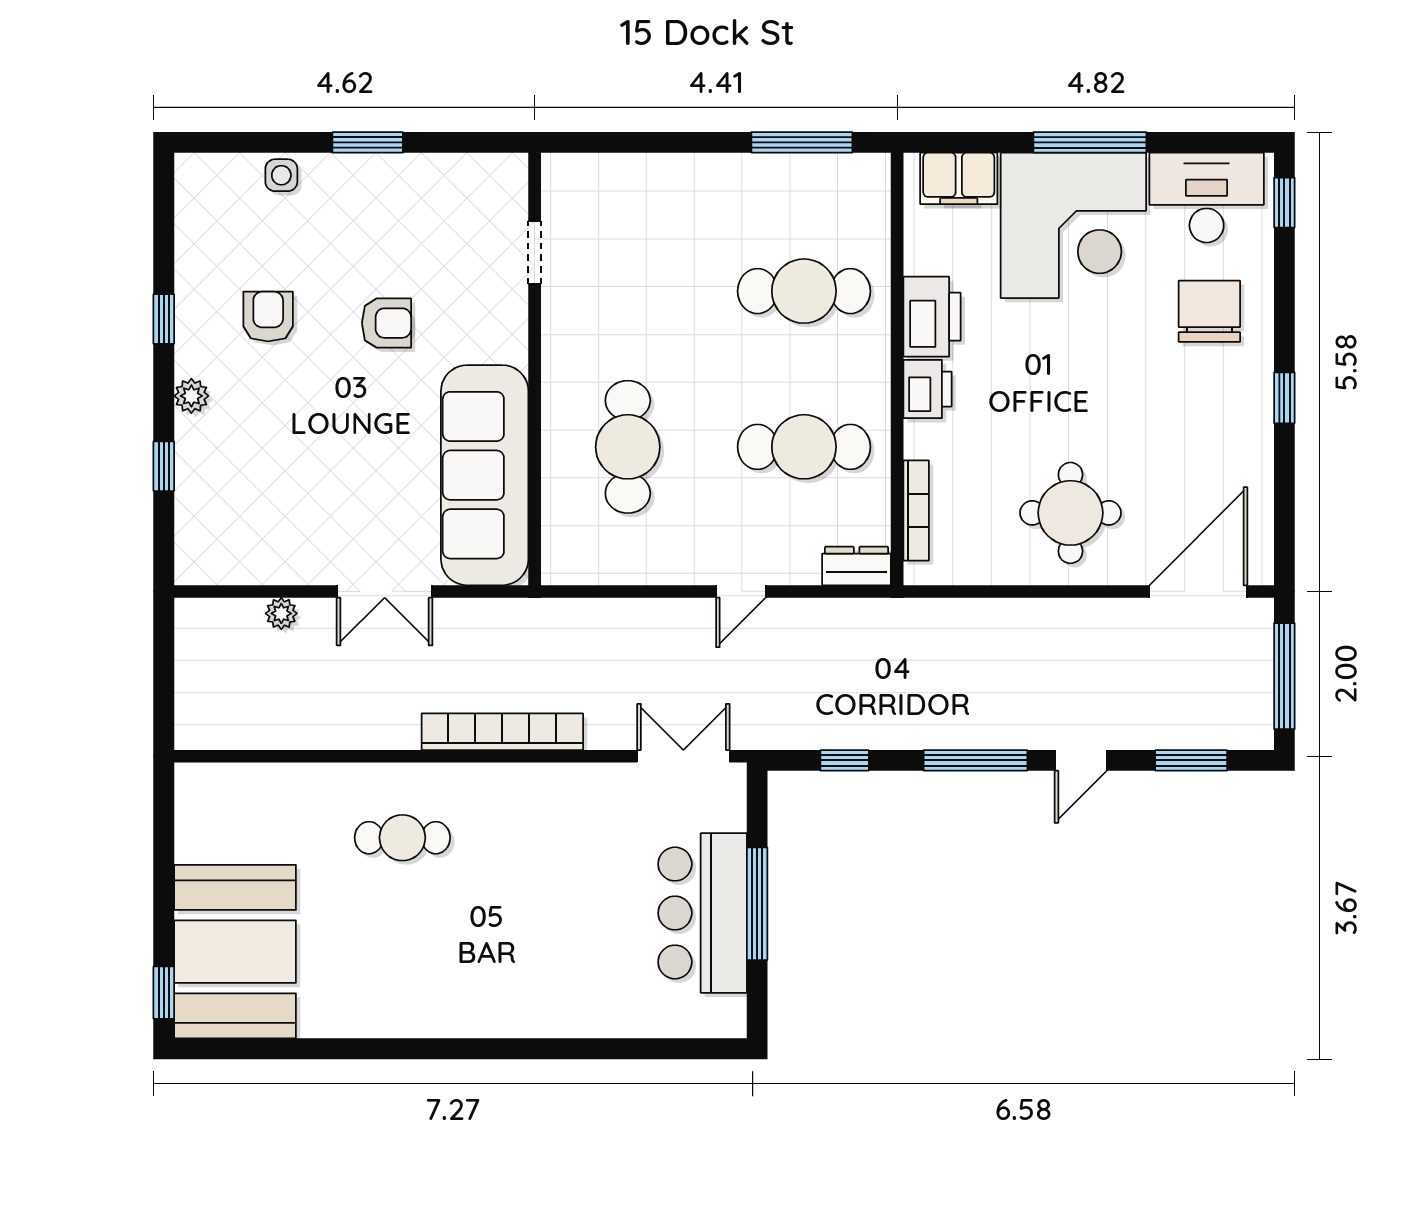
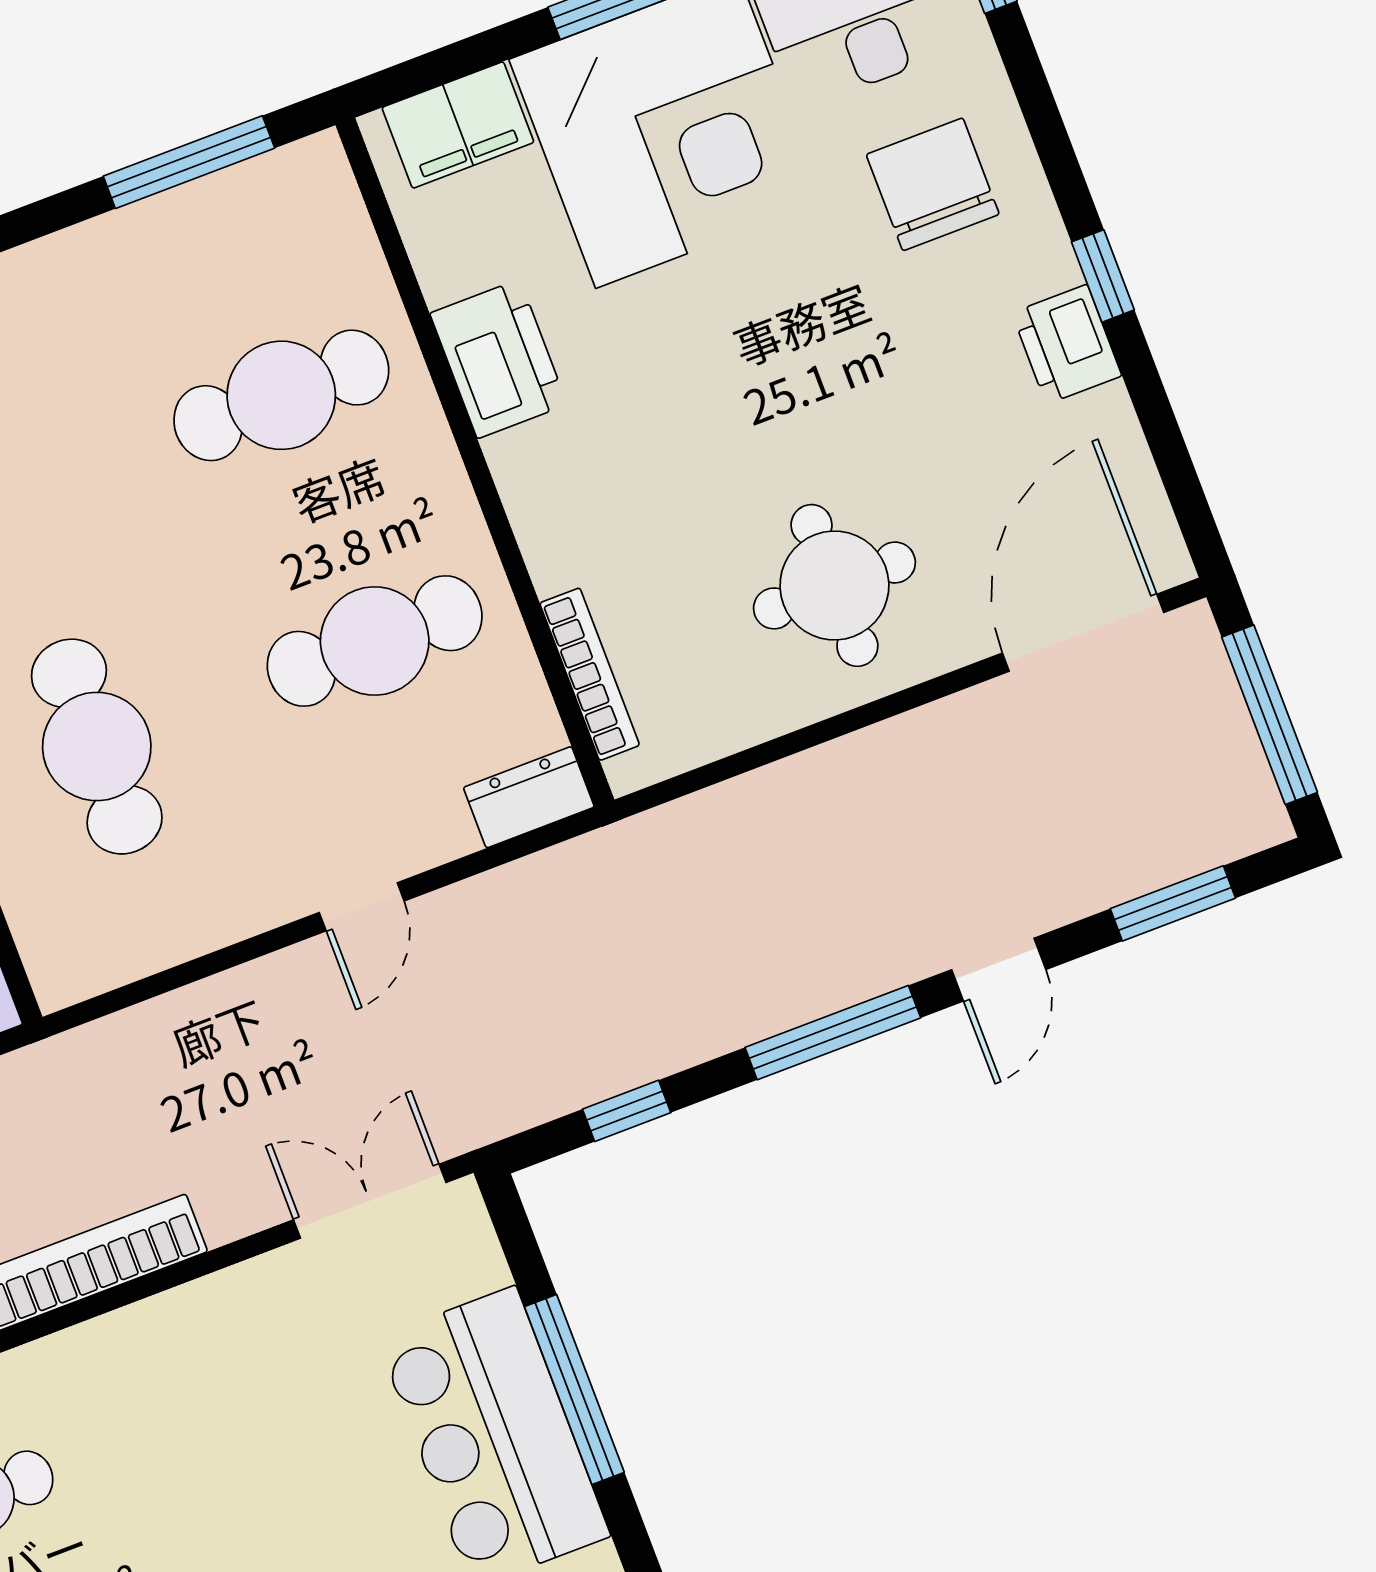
printer: (927, 389) -> (1067, 344), moved, turned 180

